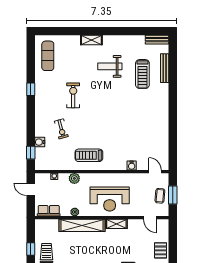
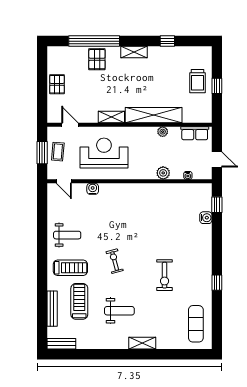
weight bench: (152, 128) -> (67, 235), added
exercise bike: (61, 129) -> (115, 261), moved
treadmill: (89, 155) -> (70, 268), moved
reception desk: (110, 199) -> (104, 153), moved

